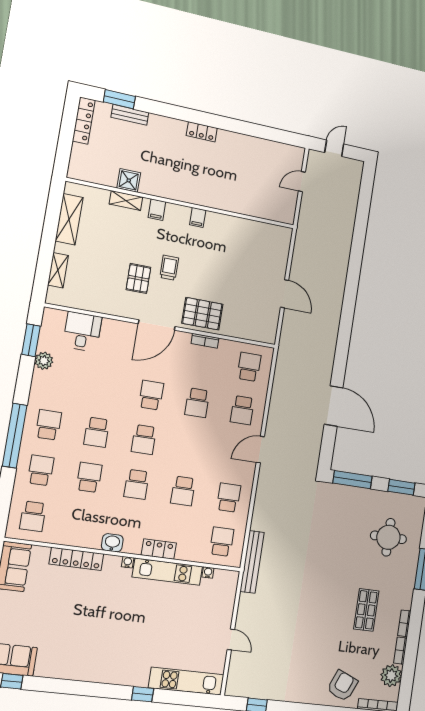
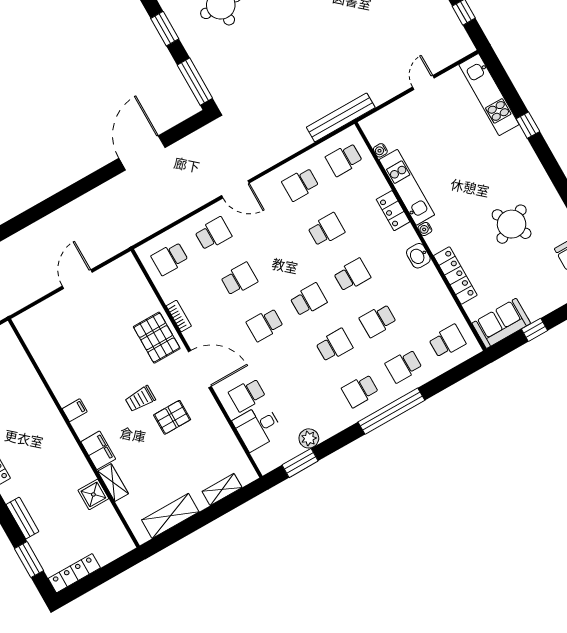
bench: (130, 115) -> (23, 518), moved
filing cabinet: (157, 210) -> (98, 450), width x2.00
school desk: (112, 343) -> (247, 395), added
round table: (81, 629) -> (512, 224), added

